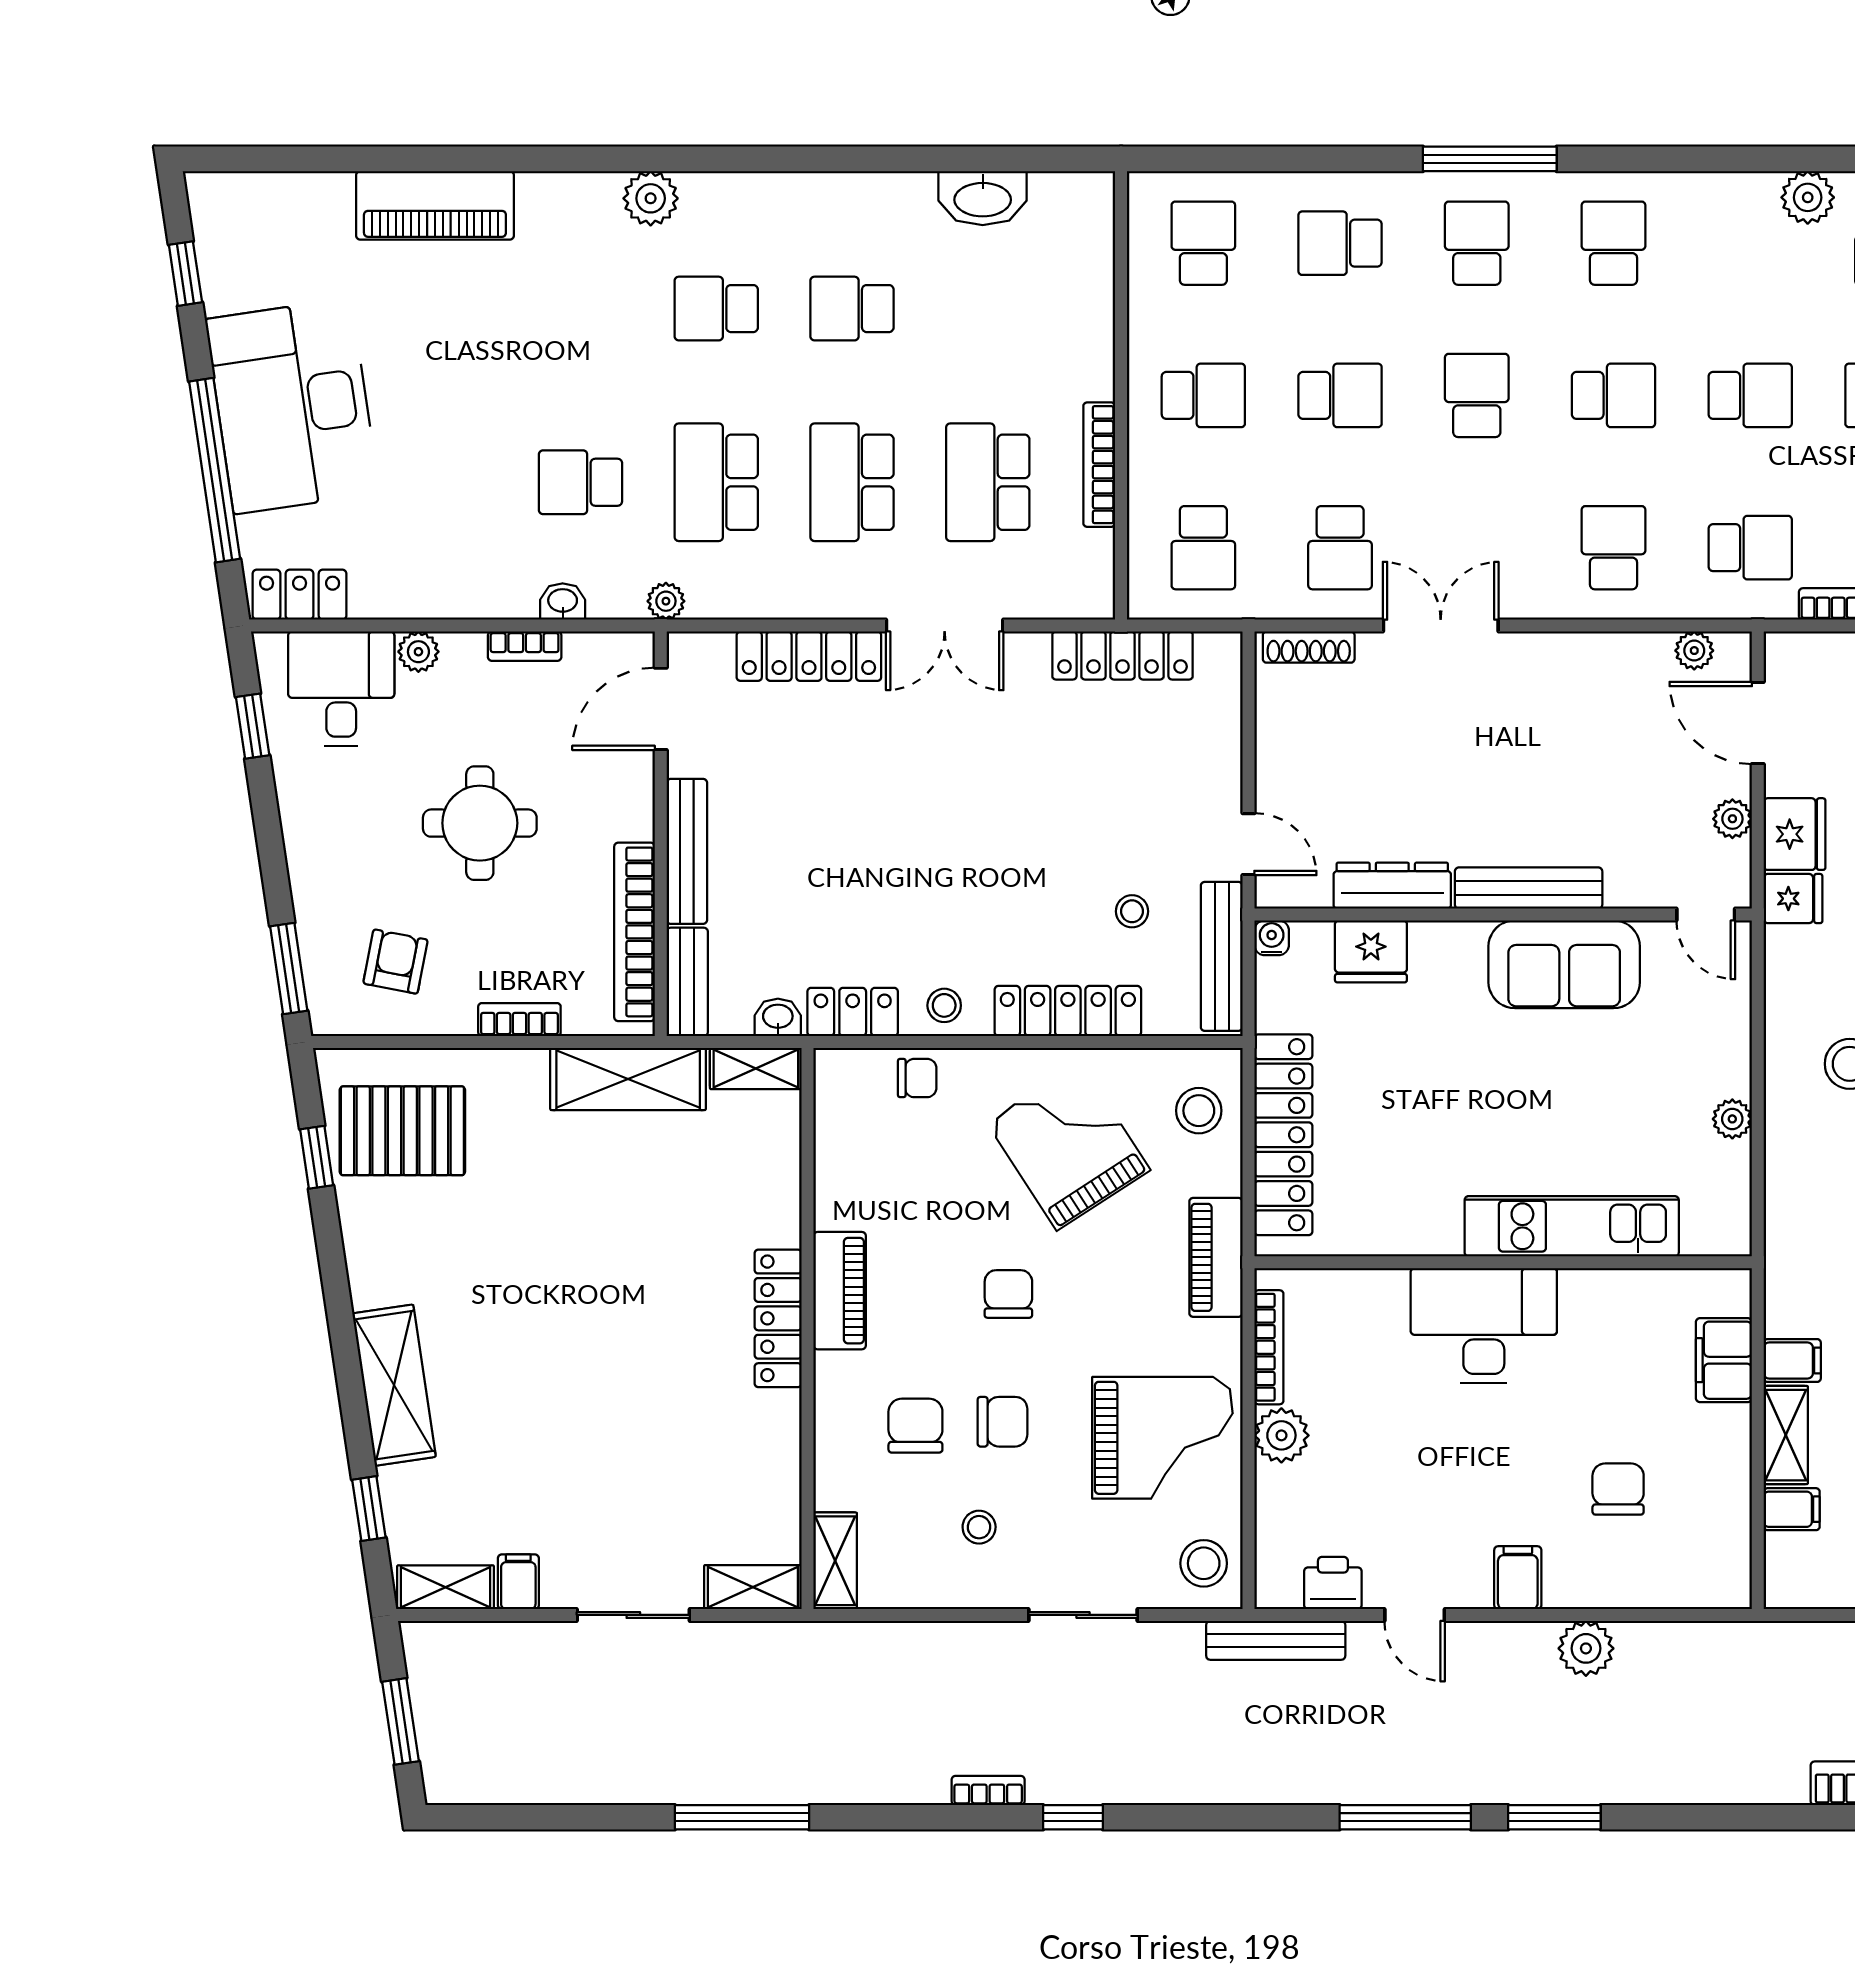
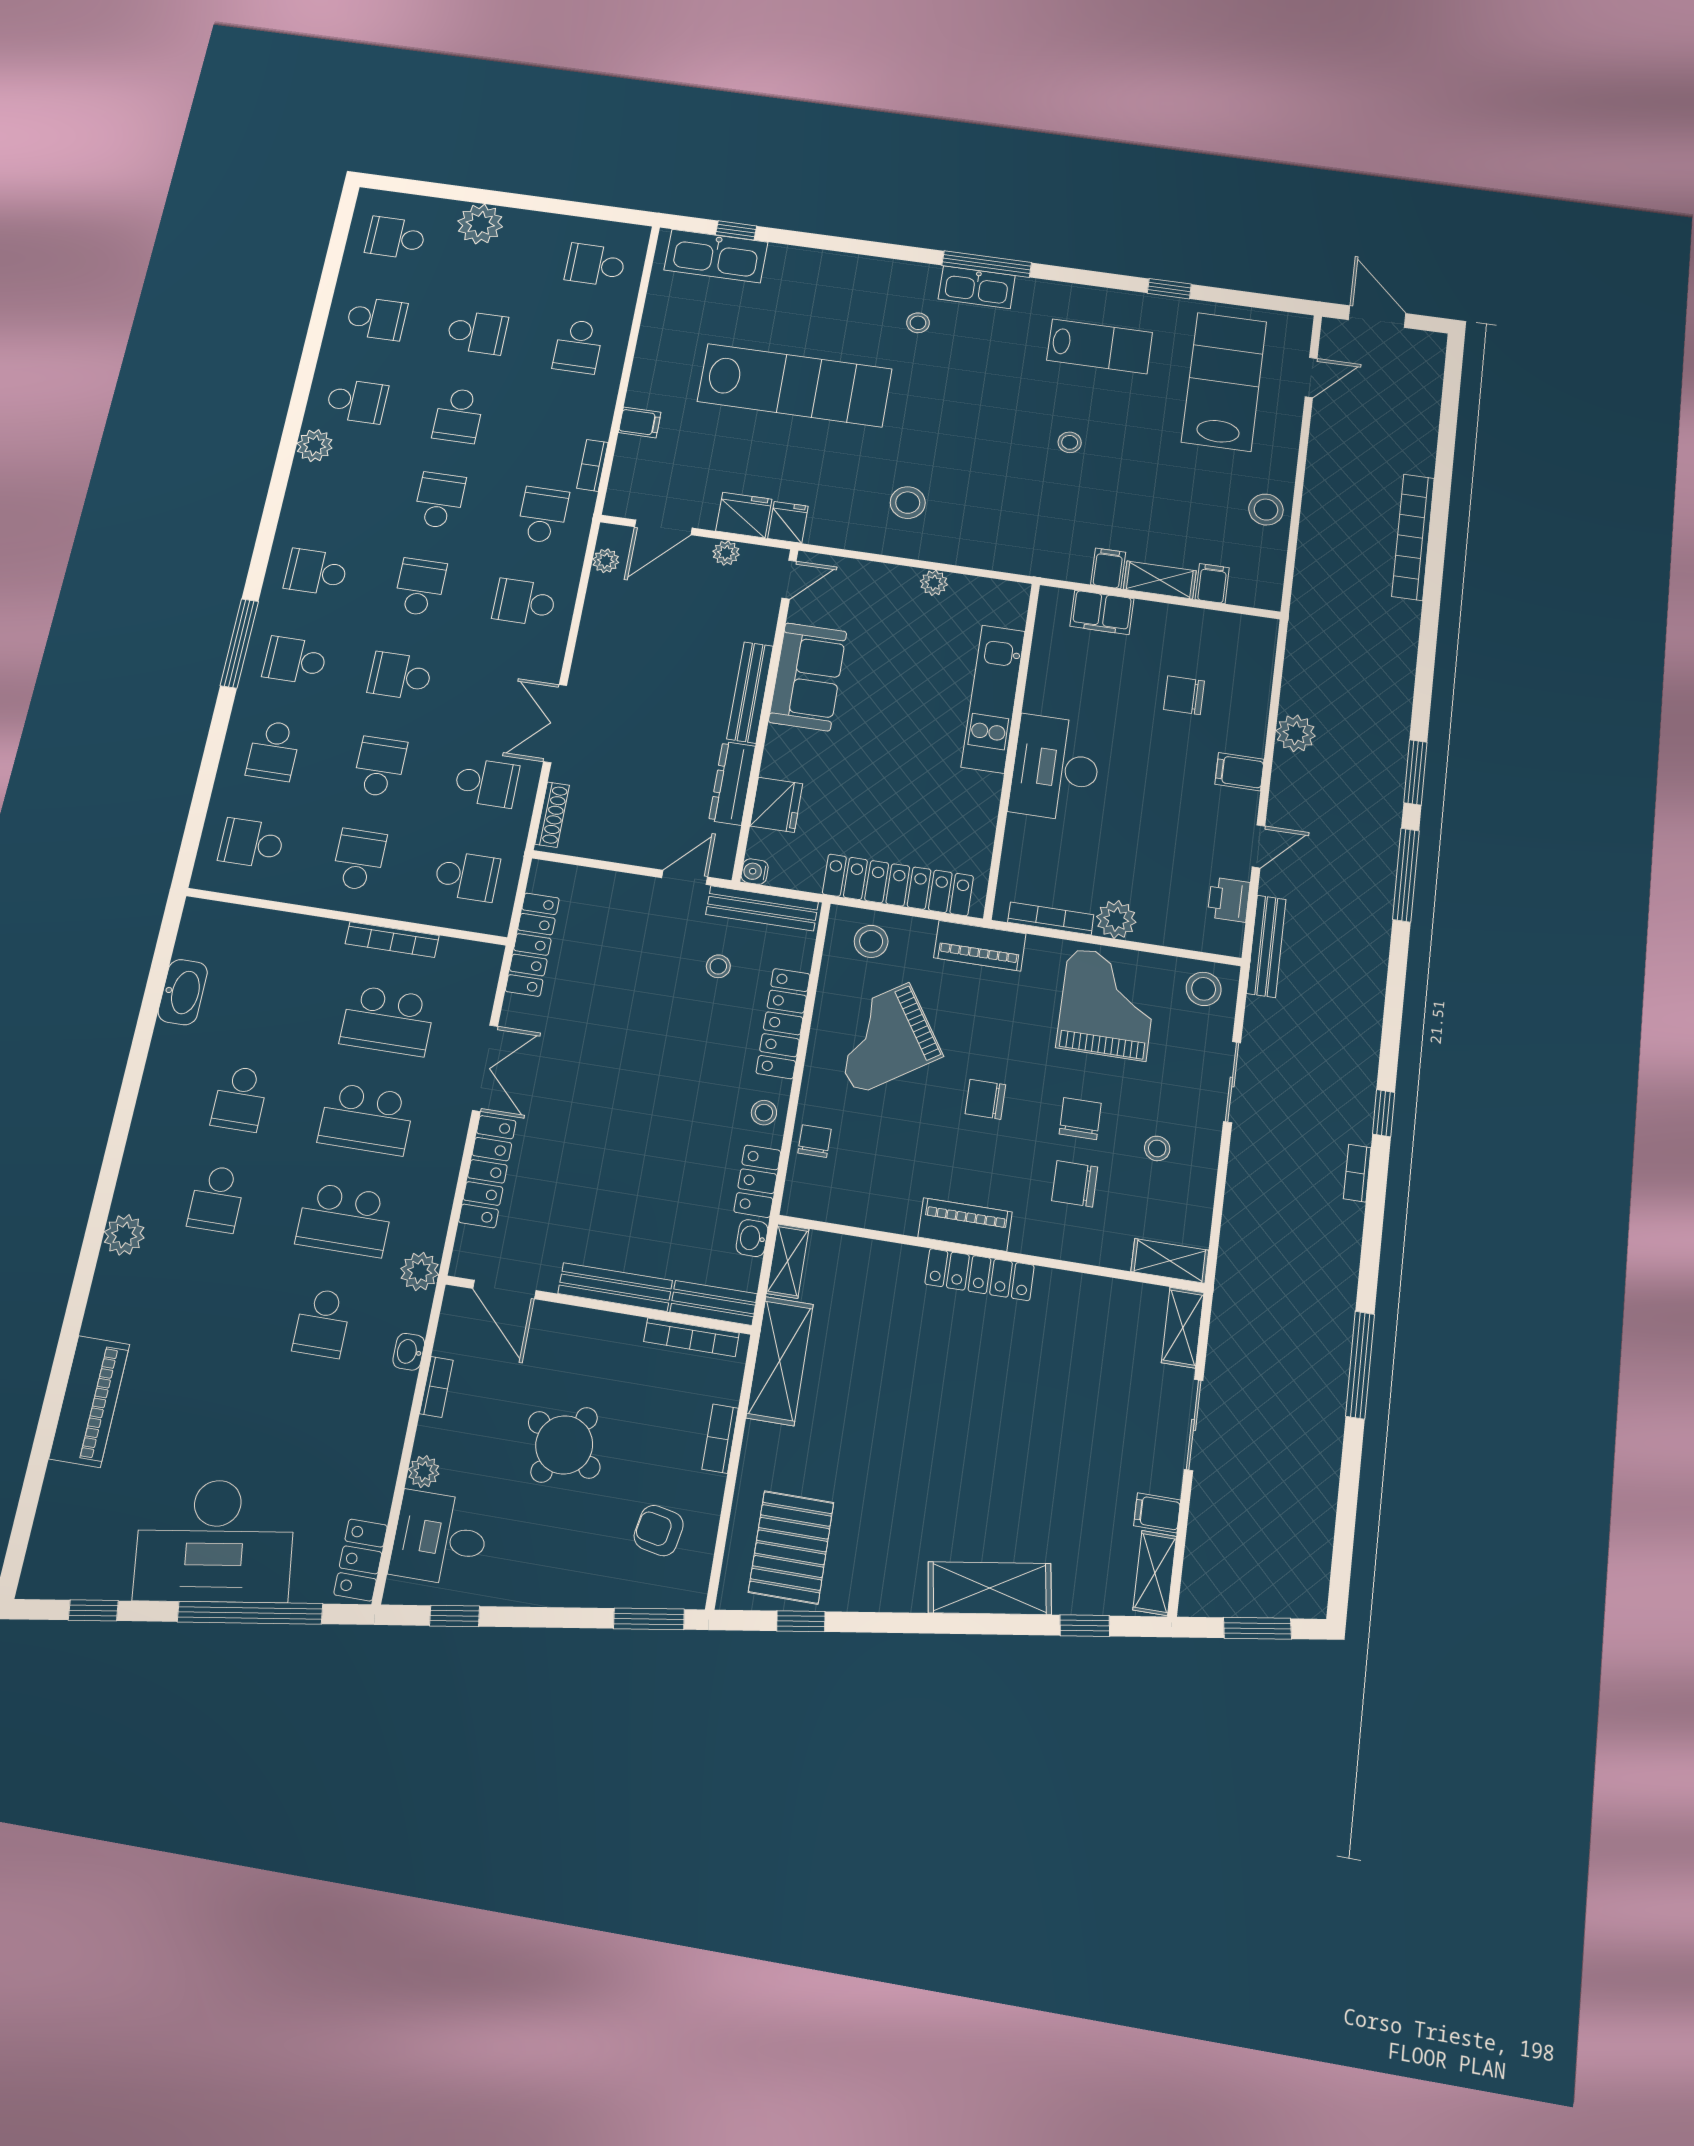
plant: (666, 601) -> (420, 1271), width x1.38, depth x1.38
round table: (480, 823) -> (564, 1445), turned 31
bookcase: (635, 932) -> (691, 1337), width x0.68, depth x0.76

